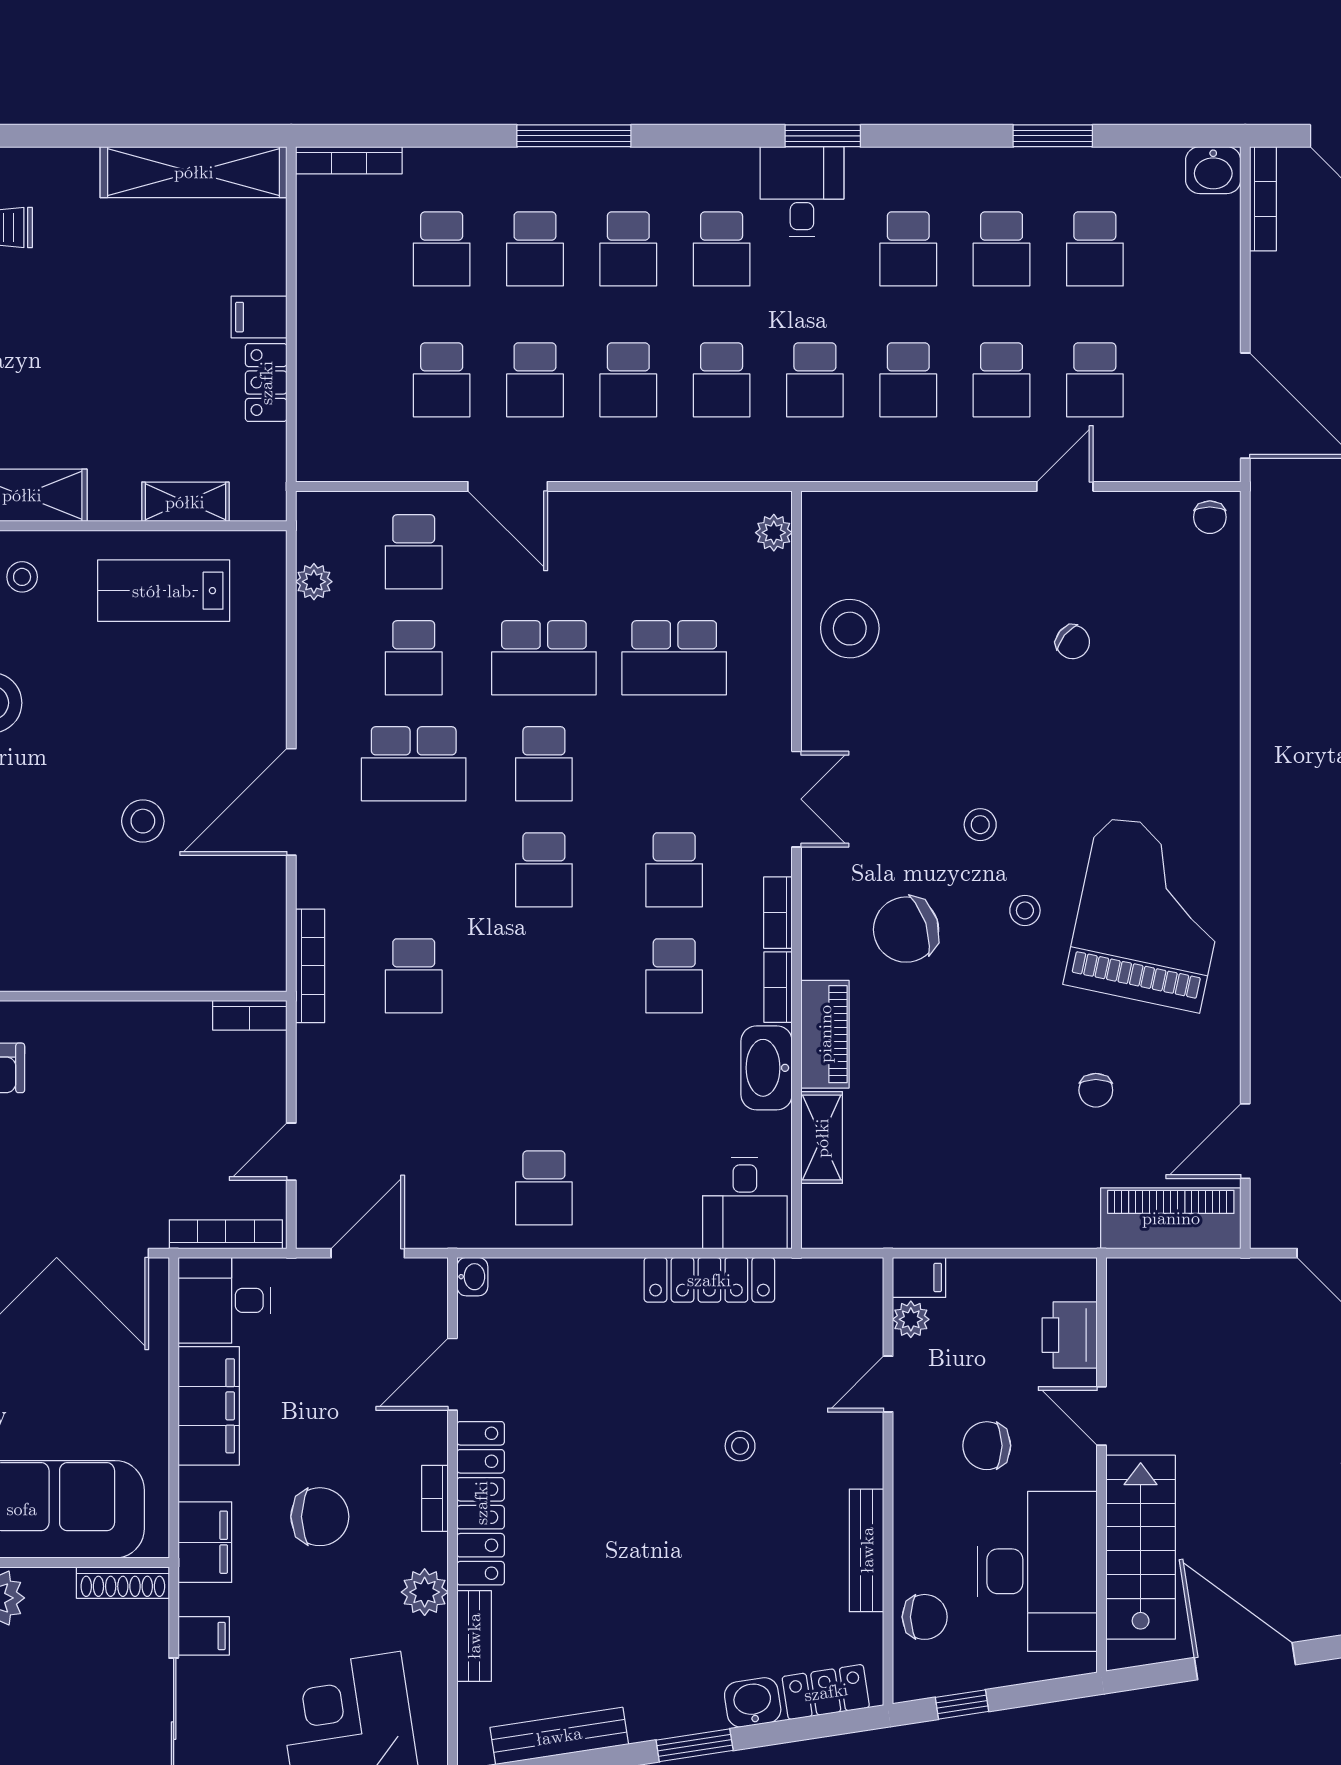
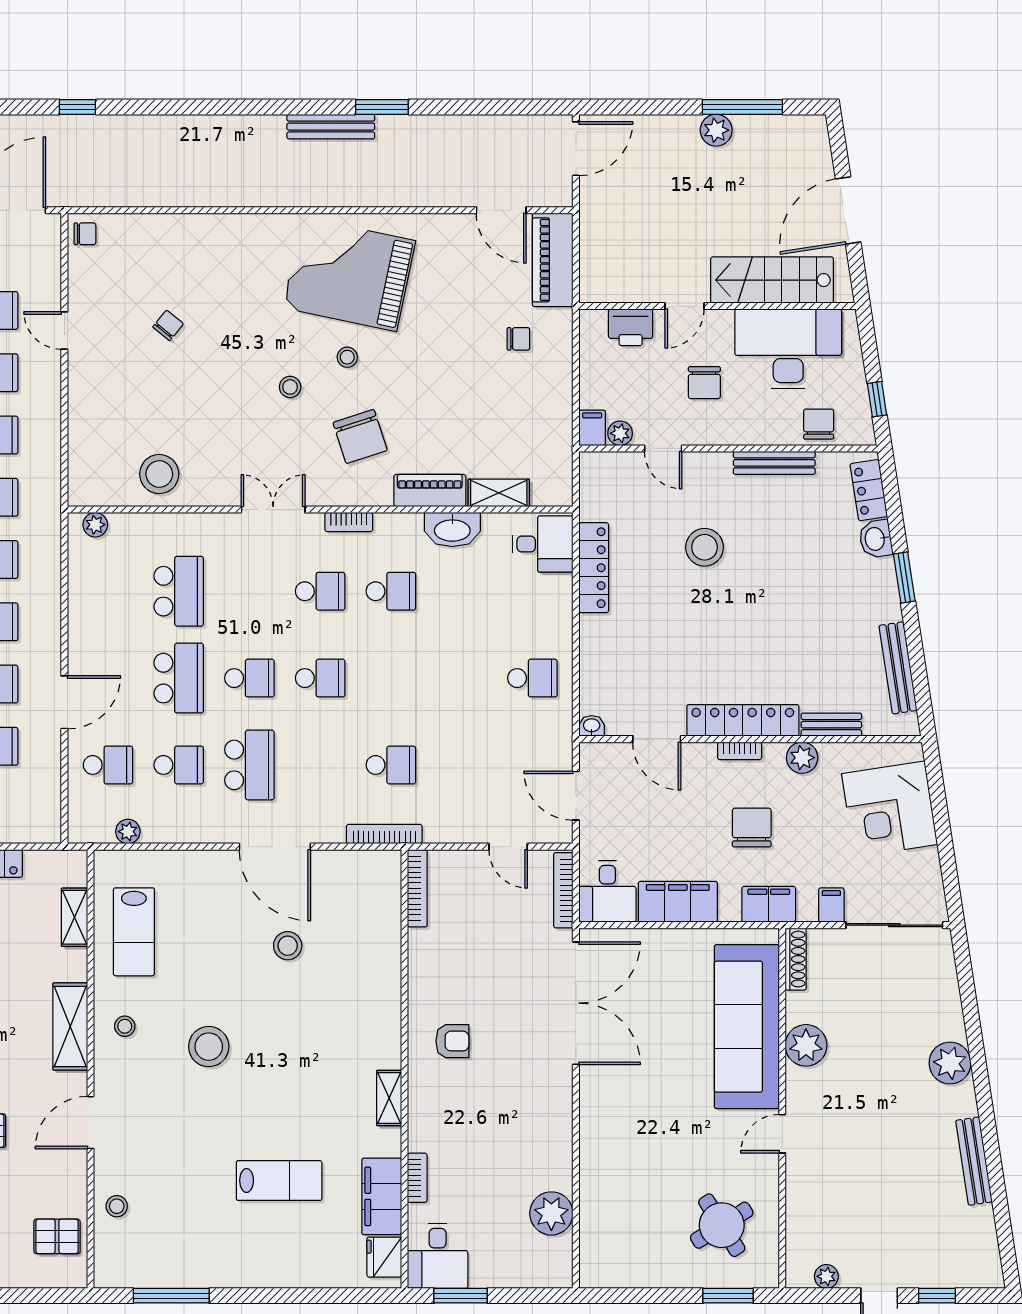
bookcase: (778, 987) -> (398, 522), removed
bookcase: (250, 1015) -> (417, 888), width x1.56
chair: (1096, 1090) -> (518, 339), moved
stool: (740, 1446) -> (705, 547), width x1.89, depth x1.89

